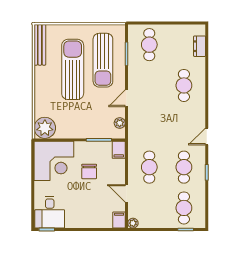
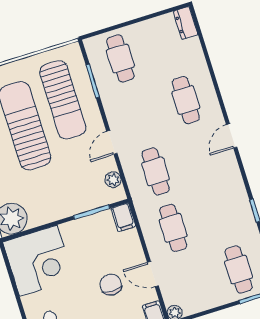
dresser: (200, 46) -> (186, 23), moved
door: (207, 136) -> (232, 136), moved
cafe table: (184, 167) -> (156, 171), moved
chair: (89, 171) -> (111, 285), moved, turned 180

